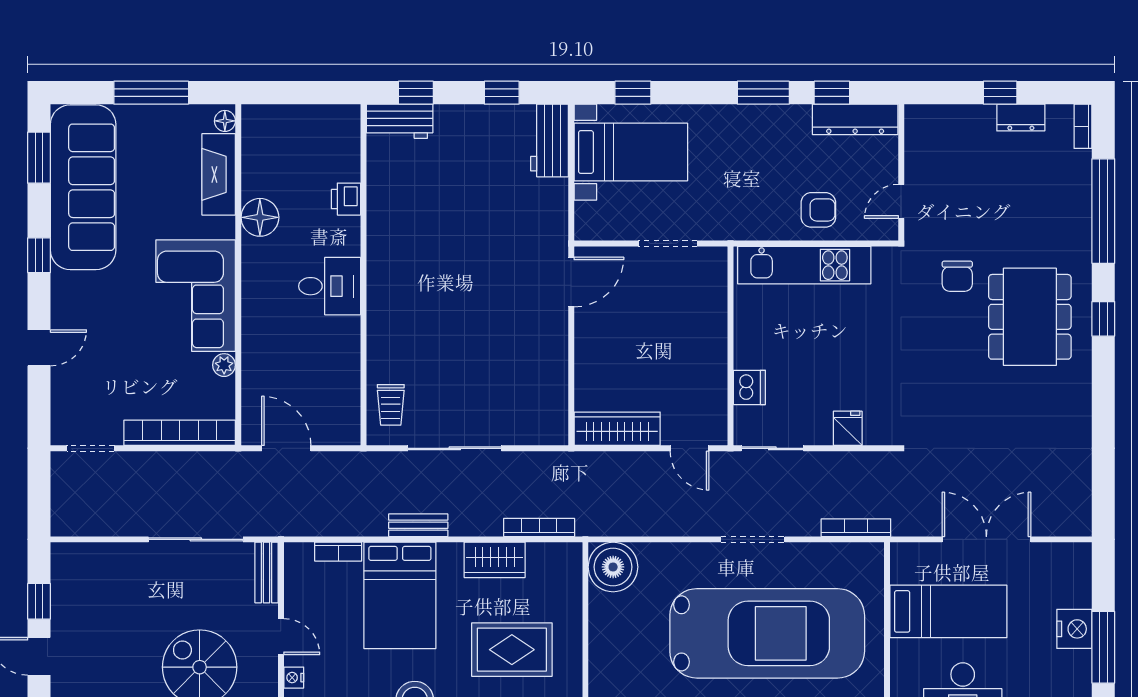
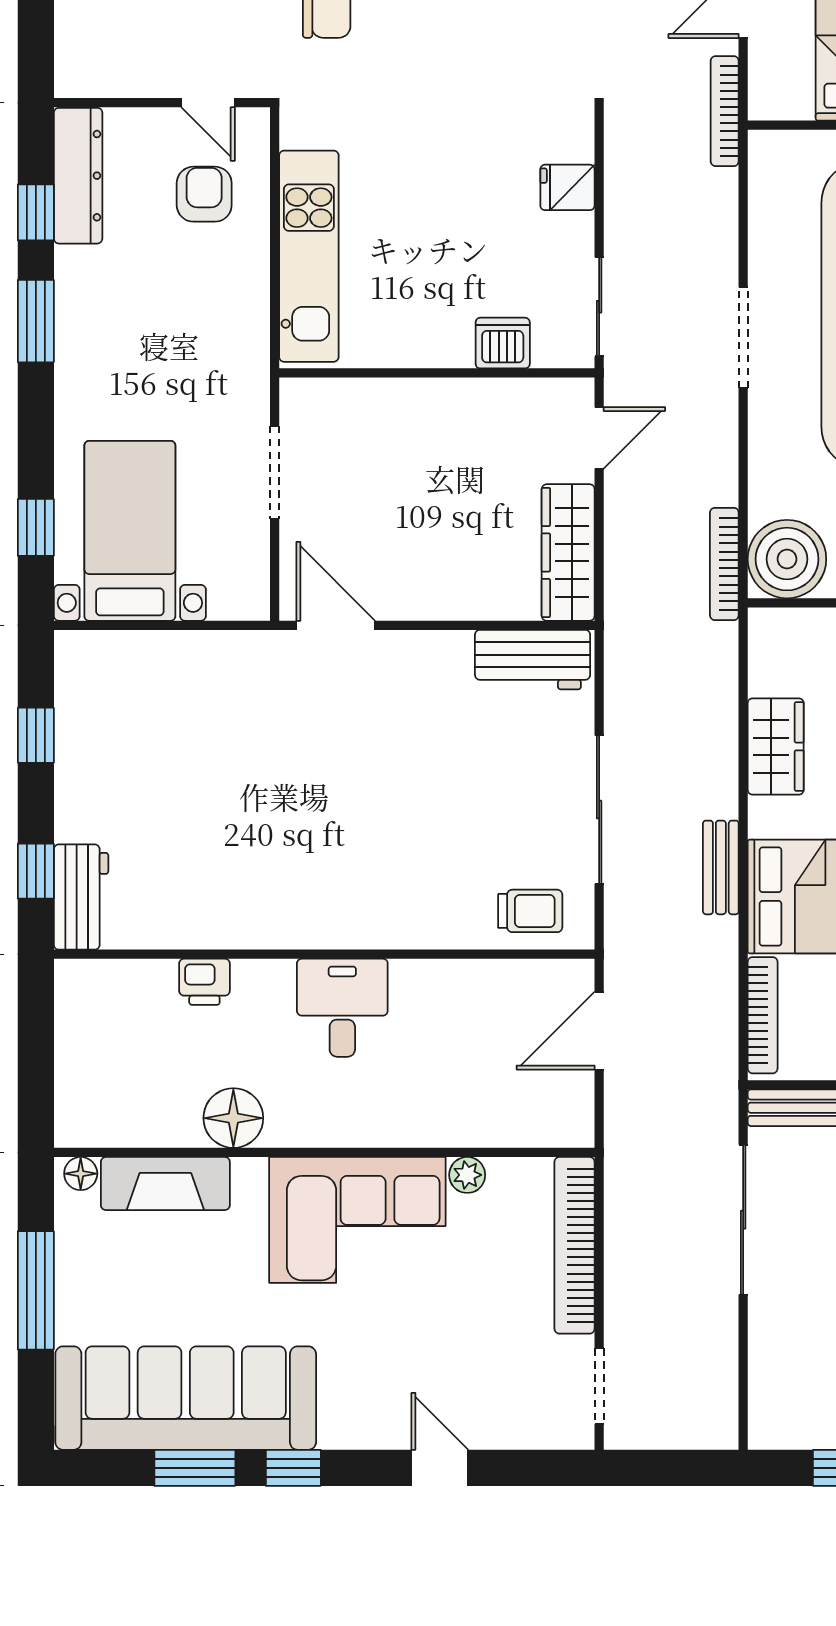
workbench: (550, 140) -> (533, 660), moved
window: (39, 158) -> (195, 1468), moved
armchair: (818, 210) -> (204, 194), moved
door: (286, 448) -> (599, 1031), moved
bookcase: (539, 527) -> (724, 564), moved
bookcase: (856, 528) -> (725, 111), moved
bookcase: (338, 552) -> (763, 1015), width x1.56

